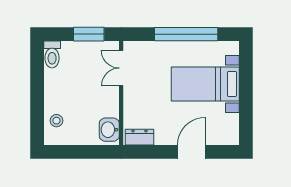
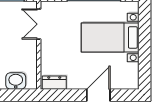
washbasin: (109, 130) -> (16, 81), moved, turned 90

